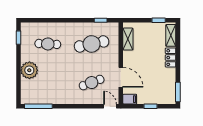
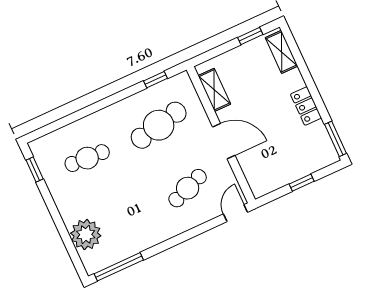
locker: (171, 58) -> (306, 106), moved
plant: (29, 70) -> (86, 235), moved
door: (121, 77) -> (224, 141), moved
filing cabinet: (130, 99) -> (262, 187), removed
door: (110, 106) -> (235, 213), hinge flipped

